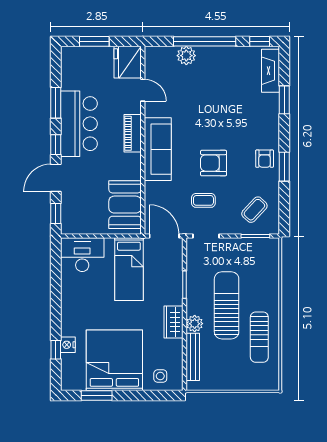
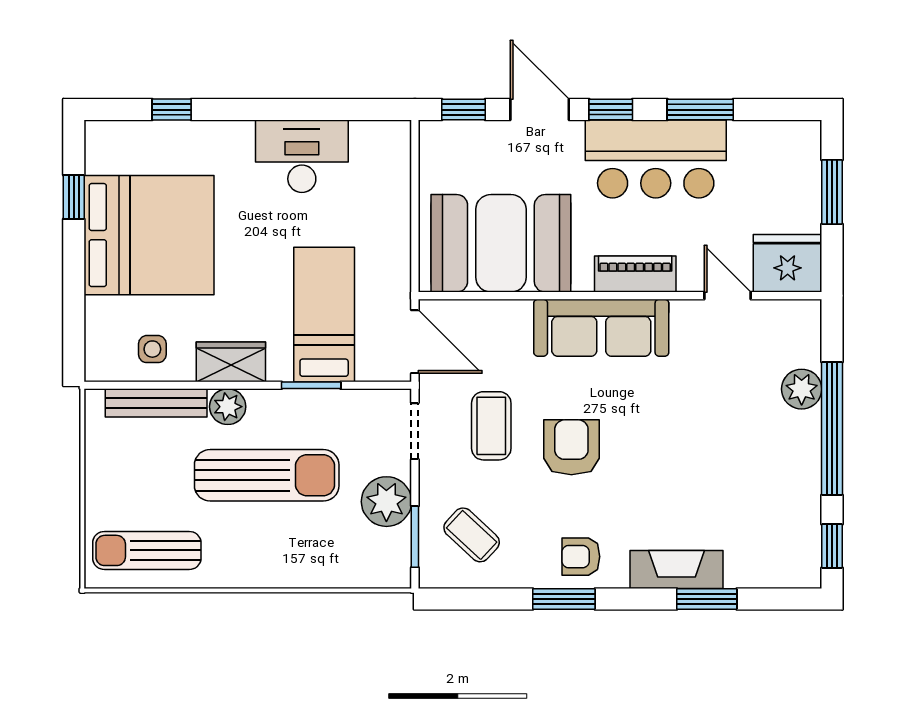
fireplace: (271, 71) -> (677, 570), moved
door: (143, 90) -> (727, 296), swing flipped
coffee table: (203, 200) -> (491, 426), width x1.36, depth x1.30
booth: (125, 205) -> (501, 243), width x1.36, depth x1.42
door: (164, 236) -> (415, 342), hinge flipped
plant: (239, 249) -> (386, 502), added
desk: (82, 255) -> (302, 156), moved, turned -90
bed: (129, 269) -> (324, 314), moved, turned 90
sun lounger: (259, 337) -> (147, 550), moved
nightstand: (68, 345) -> (182, 135), removed
side table: (160, 376) -> (152, 349), moved
window: (97, 395) -> (74, 197), width x0.67

